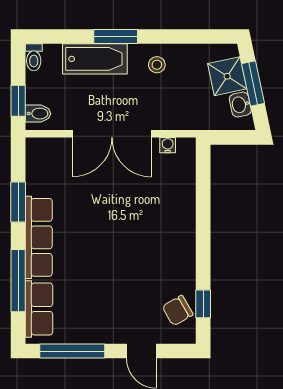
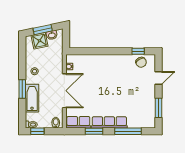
window: (18, 101) -> (37, 131), moved
row of seats: (39, 309) -> (78, 122), moved
window: (72, 351) -> (159, 108), width x0.69

